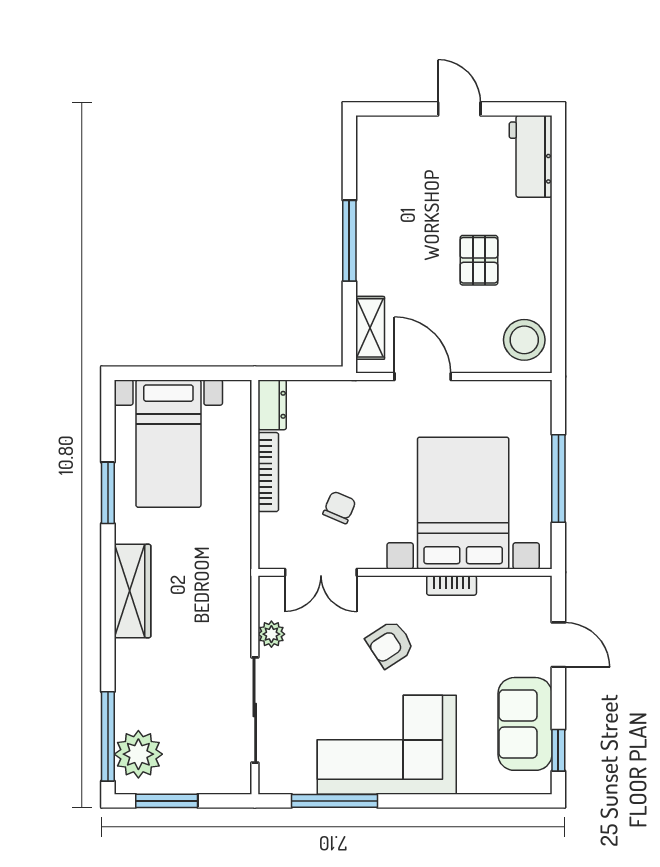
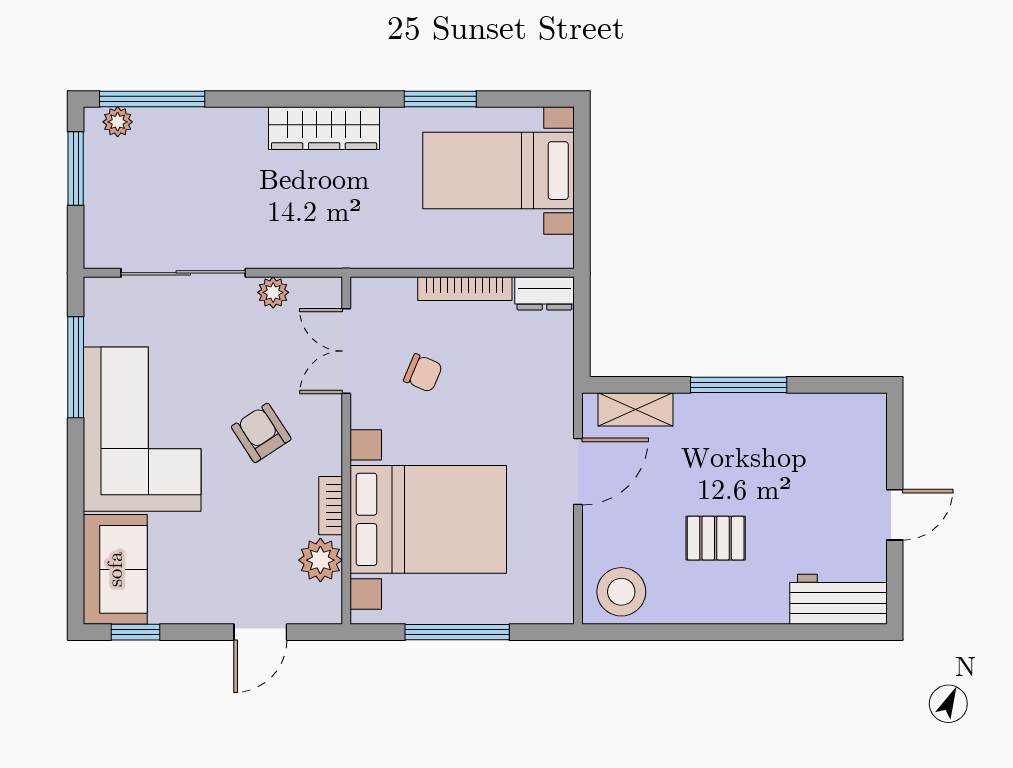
plant: (497, 594) -> (320, 560), added
sofa: (525, 724) -> (115, 569), moved, turned 90
plant: (138, 754) -> (118, 122), width x0.53, depth x0.53

